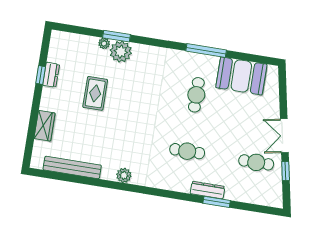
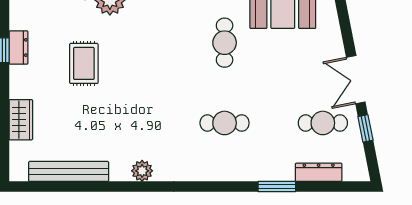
dresser: (207, 190) -> (319, 172), moved

